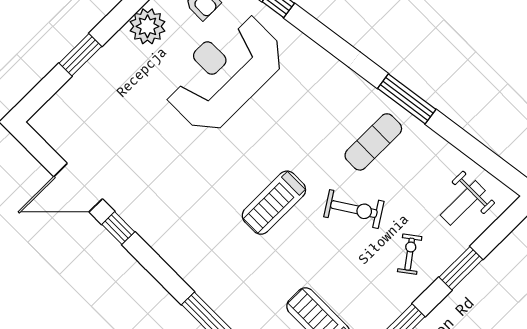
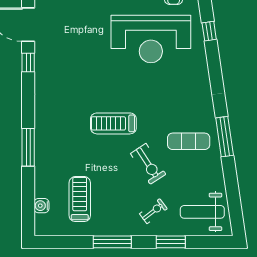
reception desk: (224, 73) -> (151, 39), turned 180
weight bench: (463, 203) -> (202, 212), width x1.36, depth x1.33

